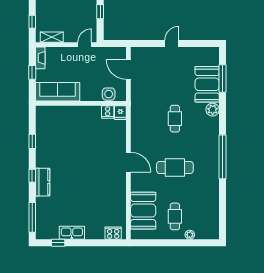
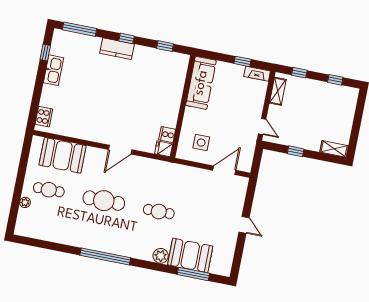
sofa: (58, 92) -> (201, 83), moved
wall: (81, 103) -> (183, 106), moved
cooker: (108, 112) -> (167, 135), moved
fridge: (120, 113) -> (164, 149), moved
cafe table: (175, 168) -> (104, 201), turned 90

